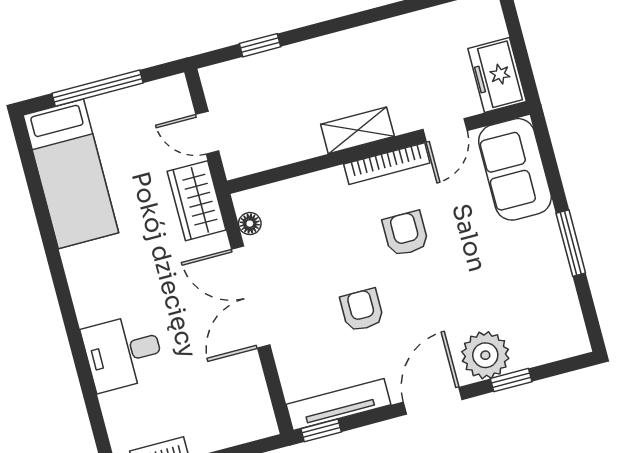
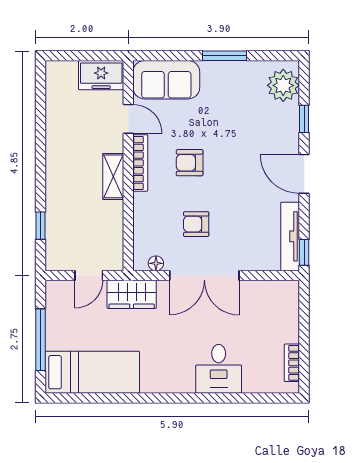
armchair: (362, 310) -> (196, 224), moved
plant: (485, 355) -> (283, 85), moved

